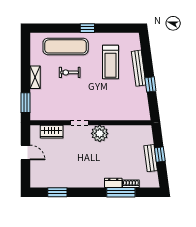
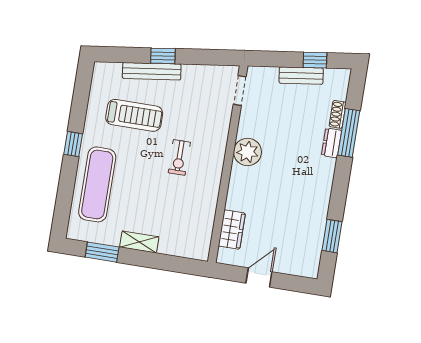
exercise bike: (70, 72) -> (179, 157), moved
window: (150, 84) -> (163, 56), moved
window: (25, 103) -> (102, 252), moved
doorway: (80, 123) -> (240, 91), moved
window: (160, 154) -> (315, 60), moved

